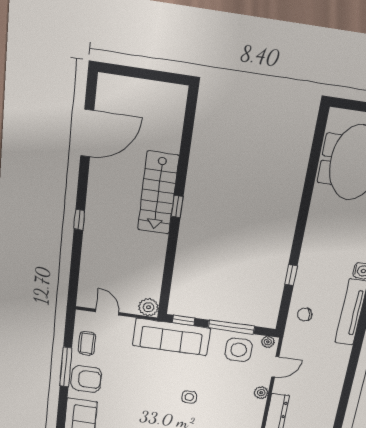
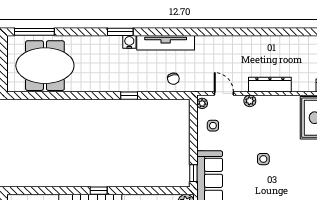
window: (291, 275) -> (129, 96), moved
window: (231, 327) -> (193, 135), removed
side table: (239, 350) -> (213, 126), width x0.54, depth x0.54

